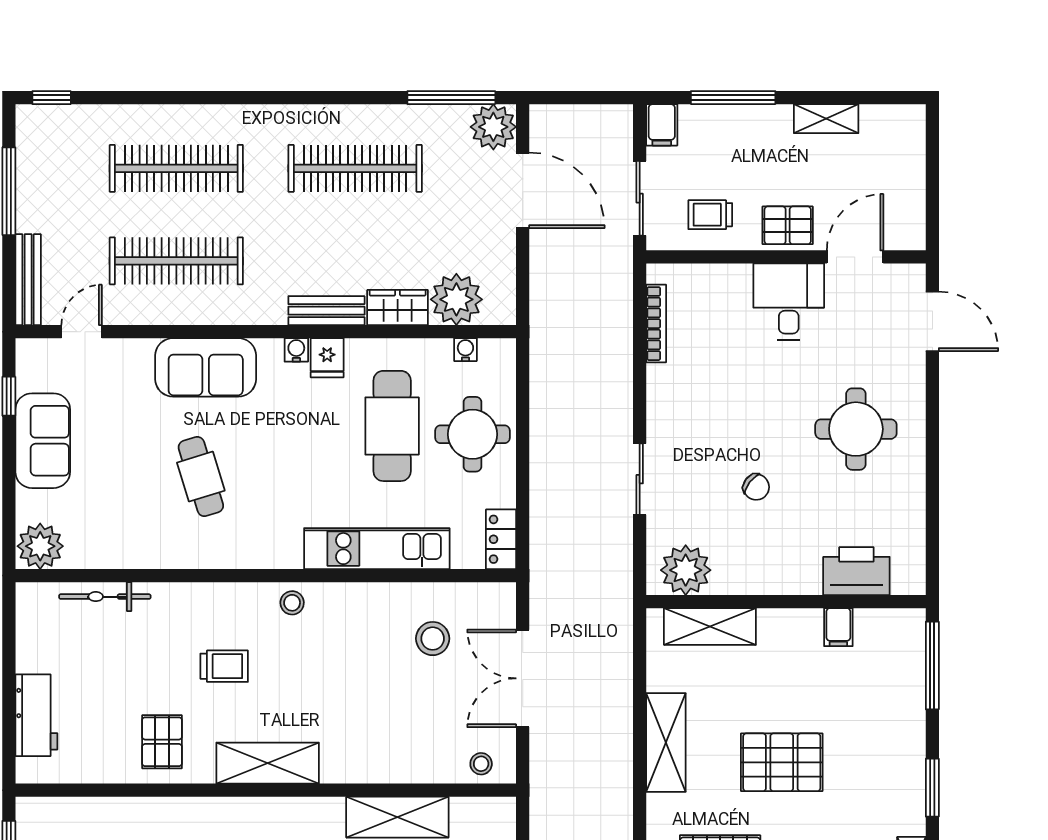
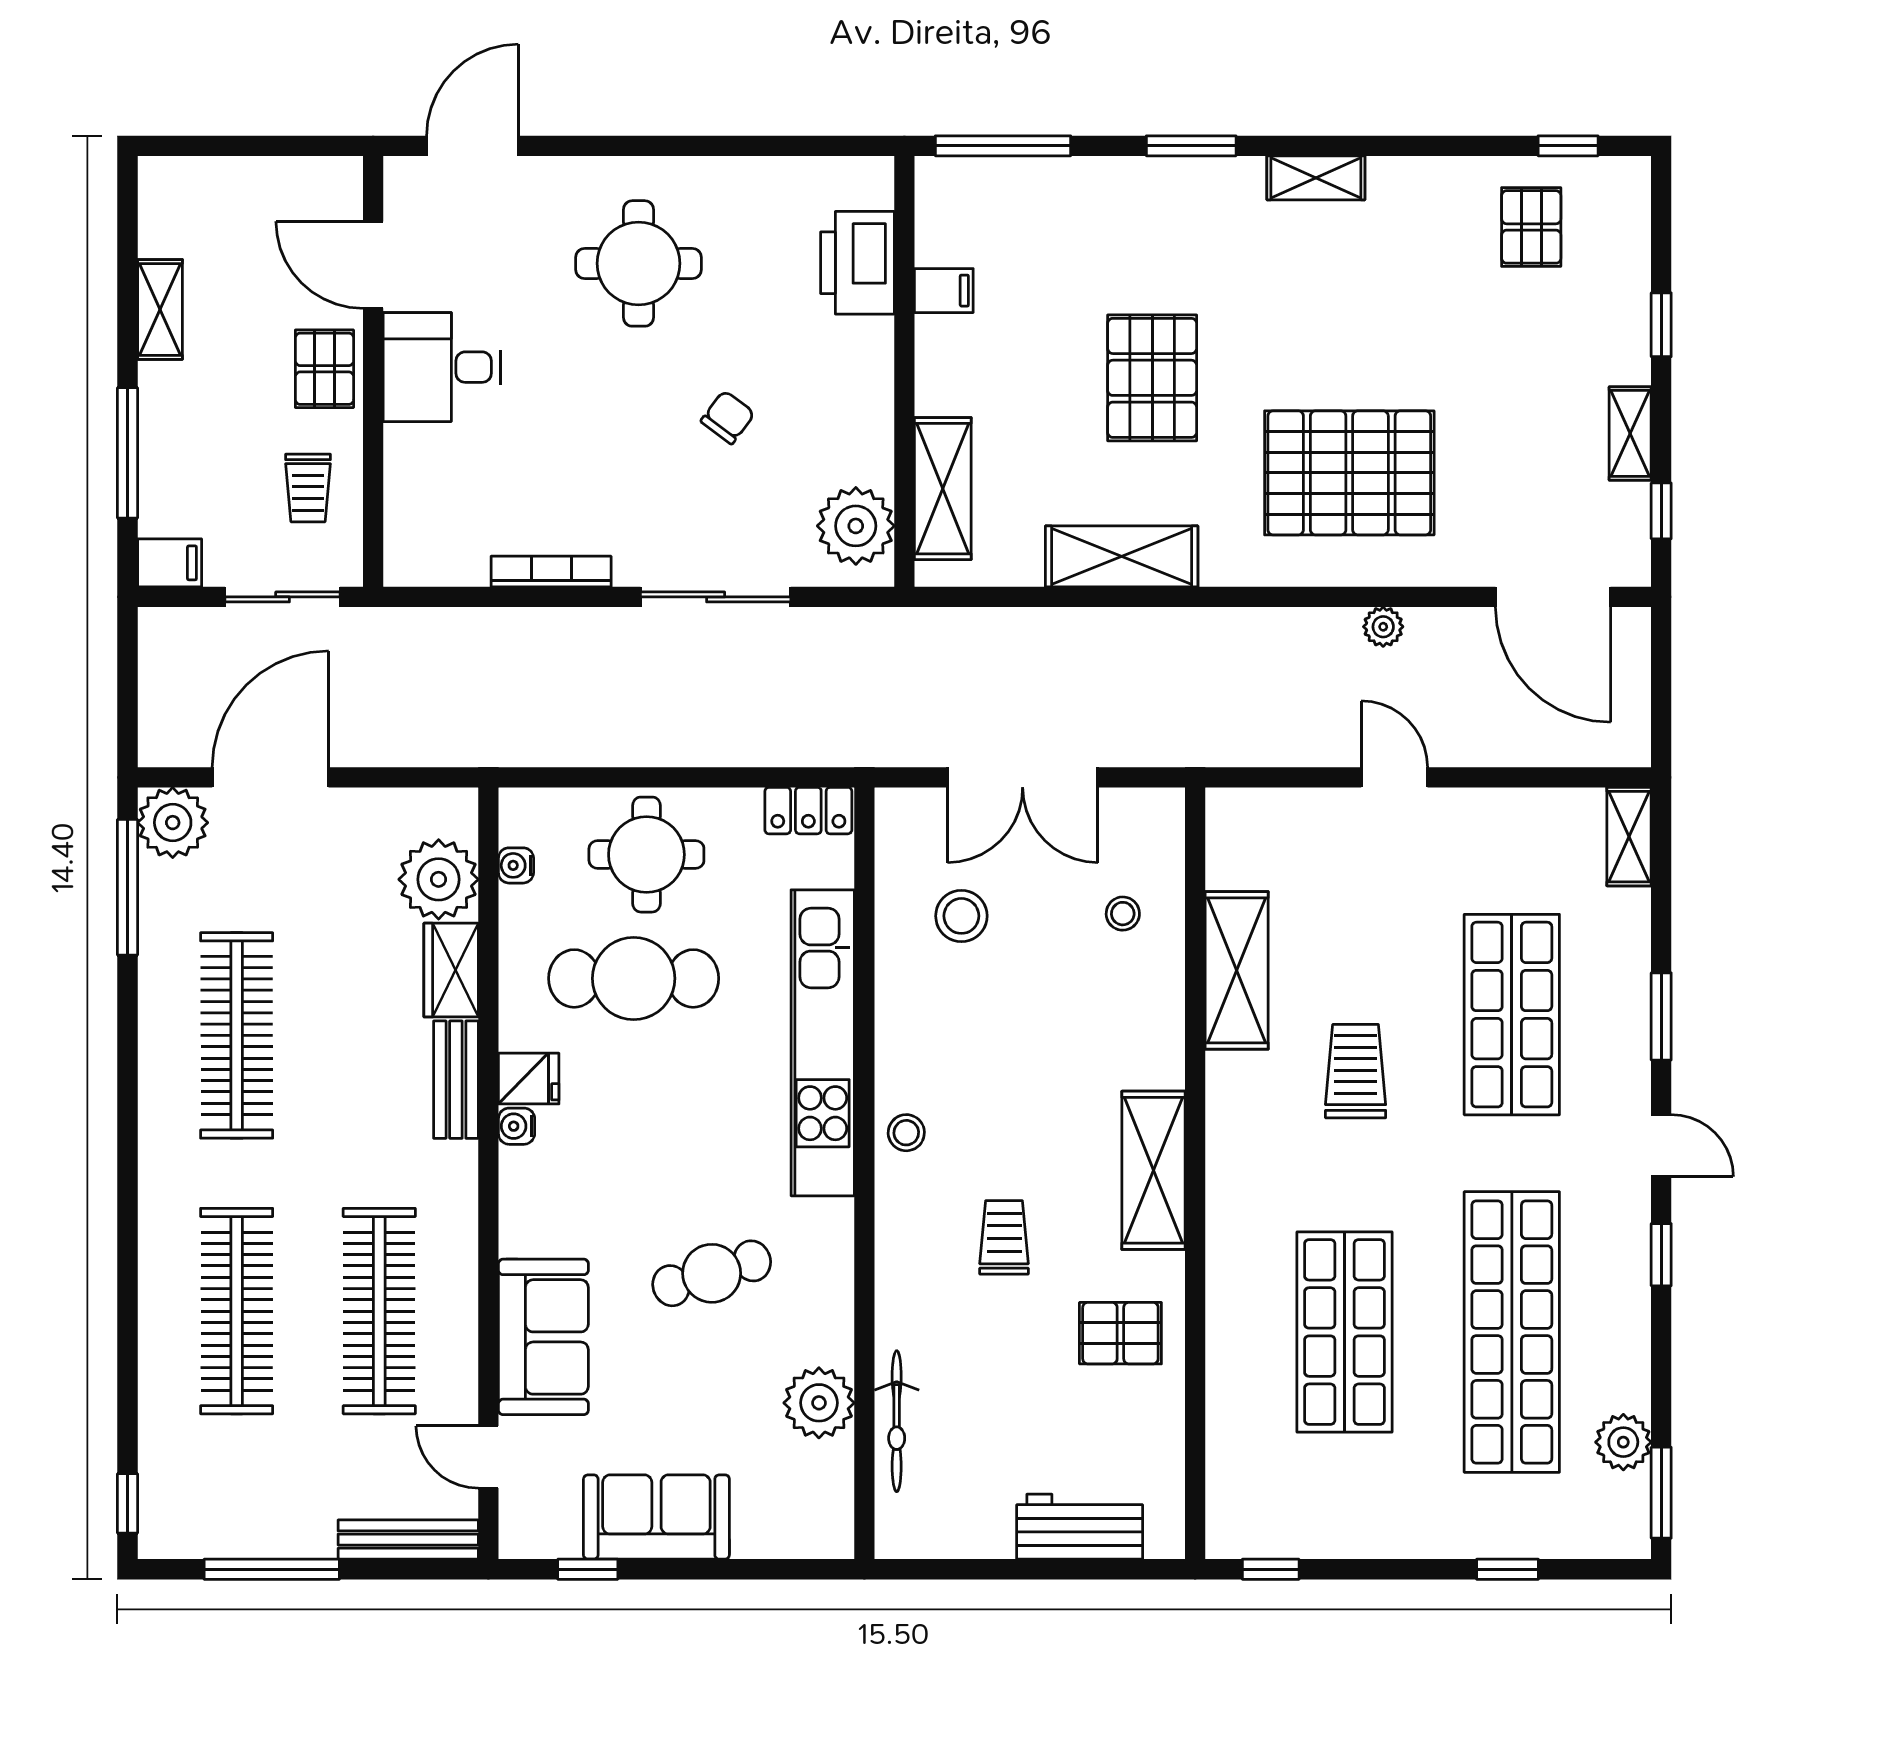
bookcase: (656, 324) -> (551, 572), moved
sofa: (206, 367) -> (543, 1337), moved
sliding door: (640, 479) -> (716, 597), width x1.37
plant: (40, 546) -> (819, 1403), moved
kitchen unit: (377, 549) -> (823, 1043), width x1.36
stool: (481, 764) -> (1123, 914), moved

